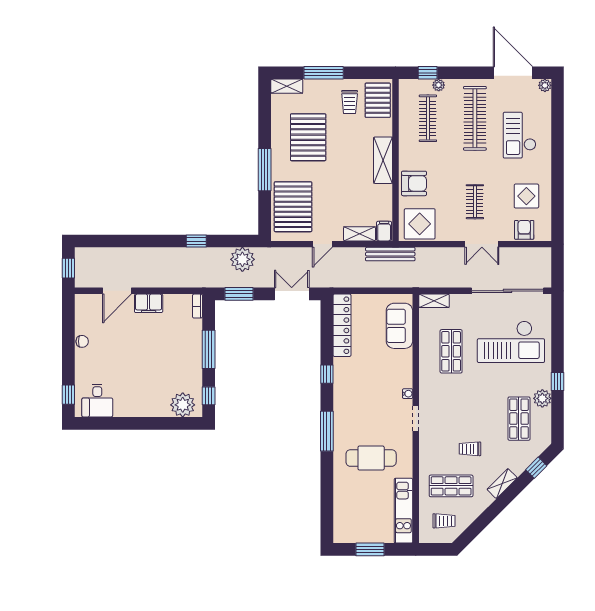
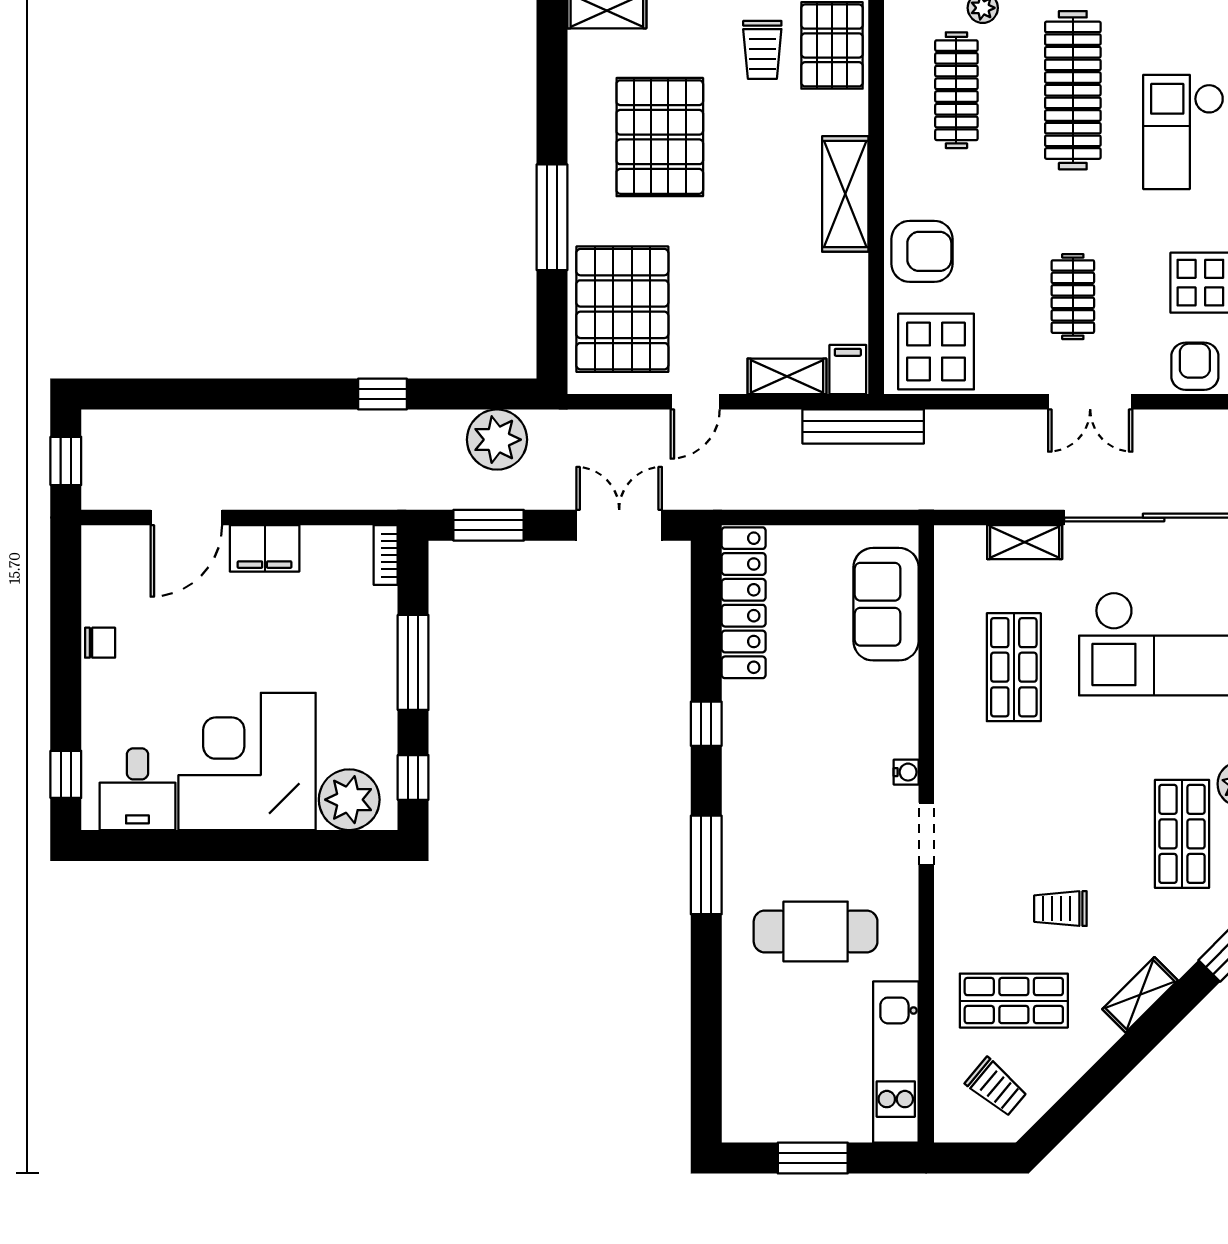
shelving: (434, 301) -> (1025, 542), moved
corner desk: (142, 389) -> (247, 761), added
trolley: (444, 521) -> (996, 1087), turned 40

